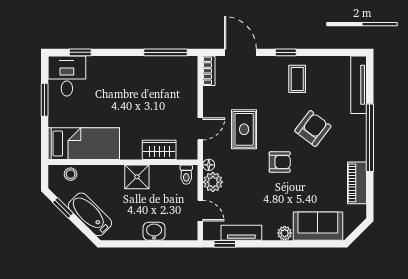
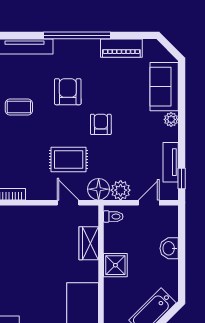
armchair: (313, 128) -> (68, 92), turned 53
floor lamp: (209, 165) -> (99, 189), width x1.89, depth x1.89

